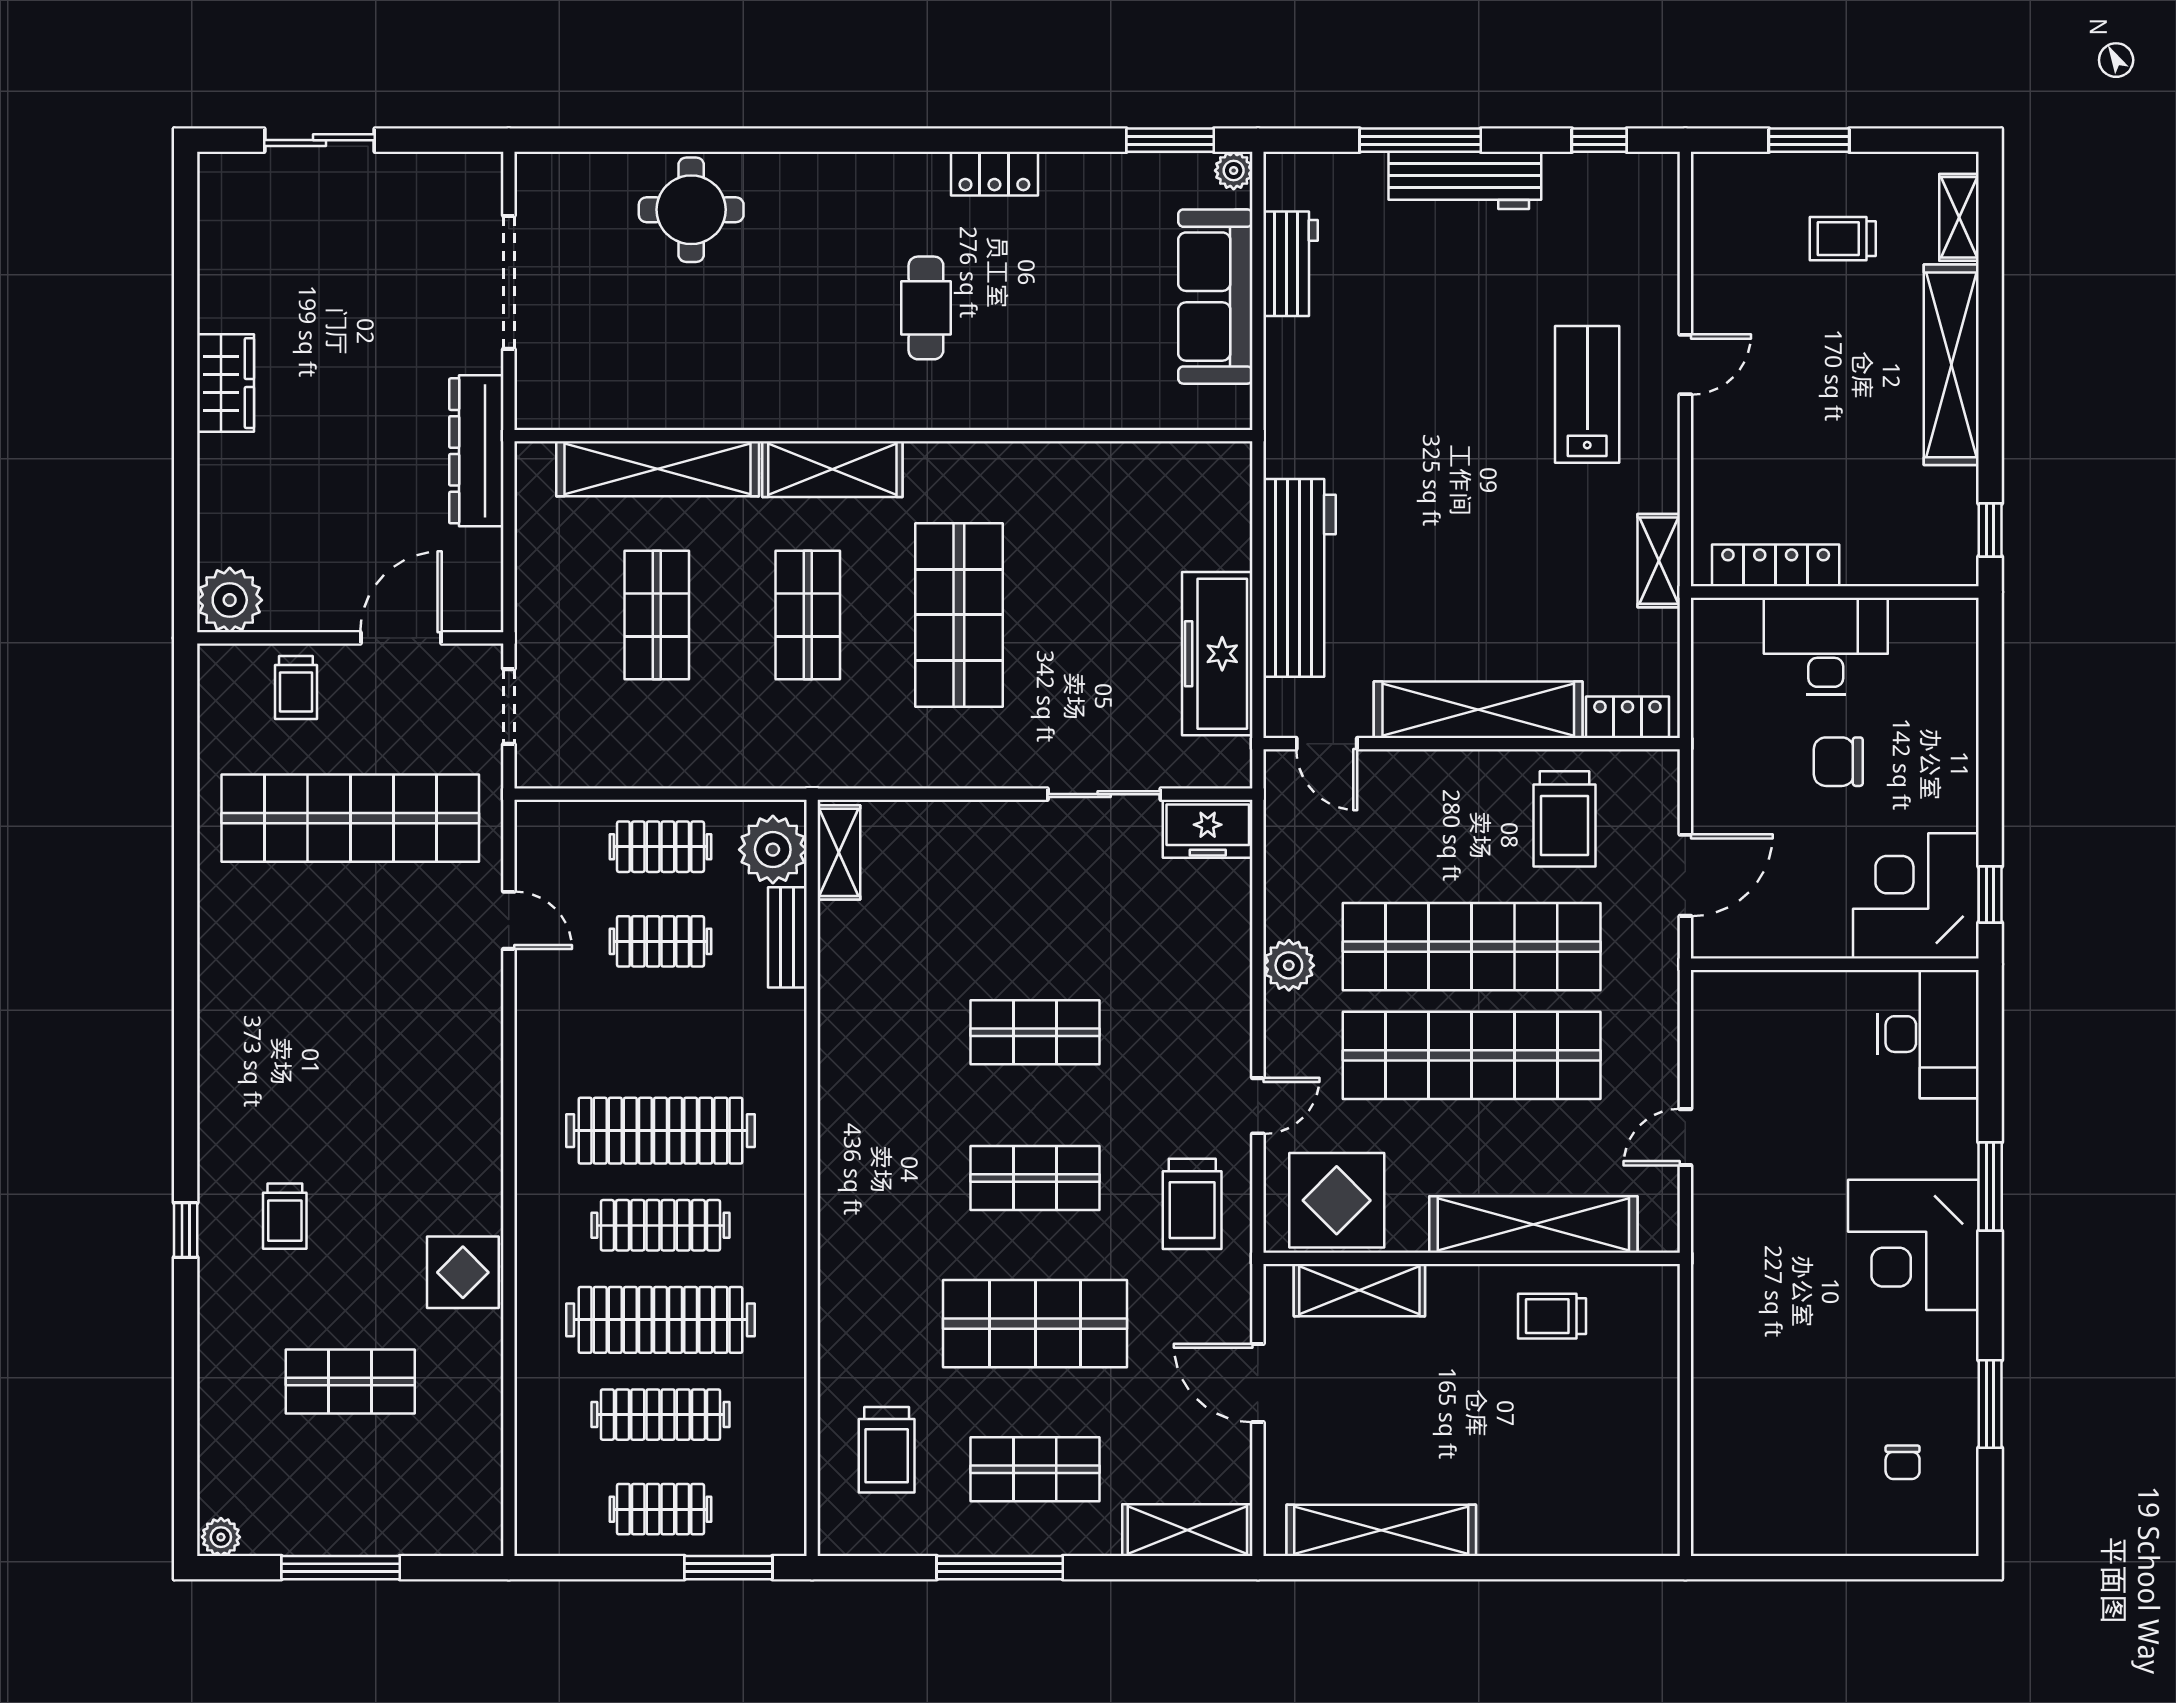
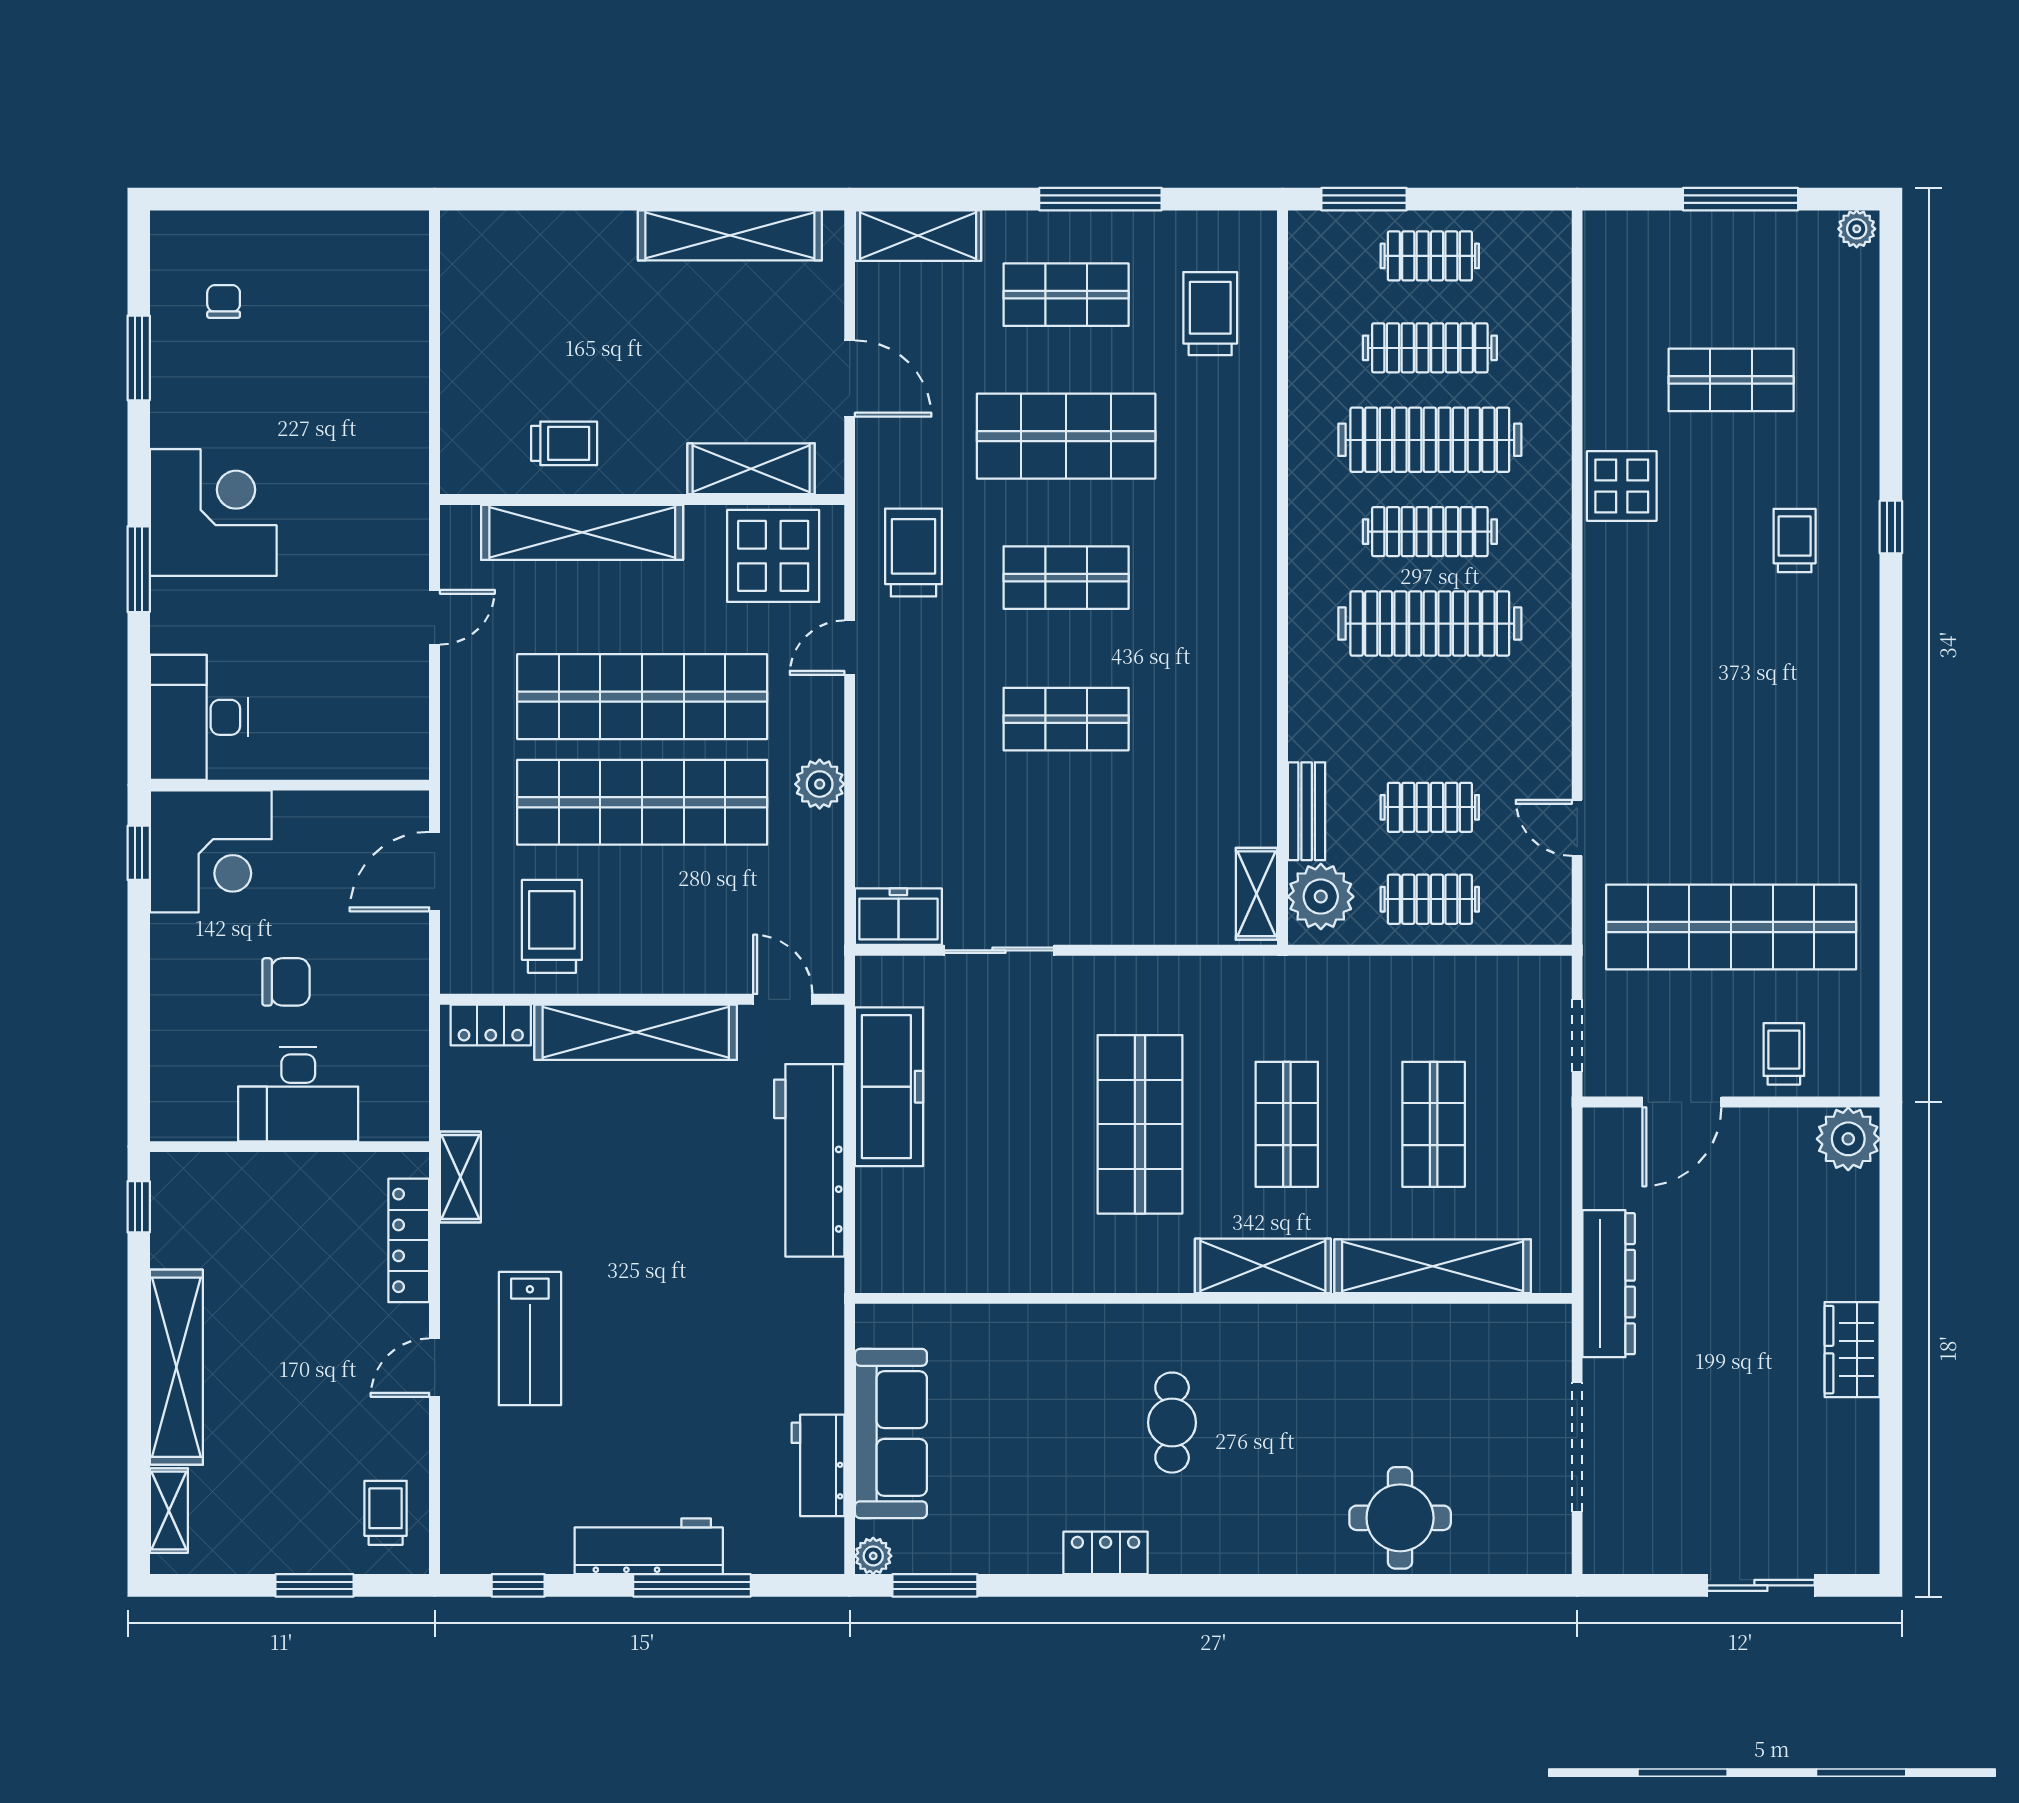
trolley: (1843, 239) -> (386, 1513), moved, turned -90
locker: (1776, 565) -> (409, 1240), moved, turned 90

